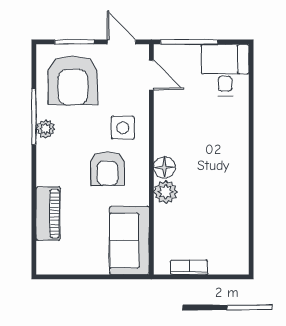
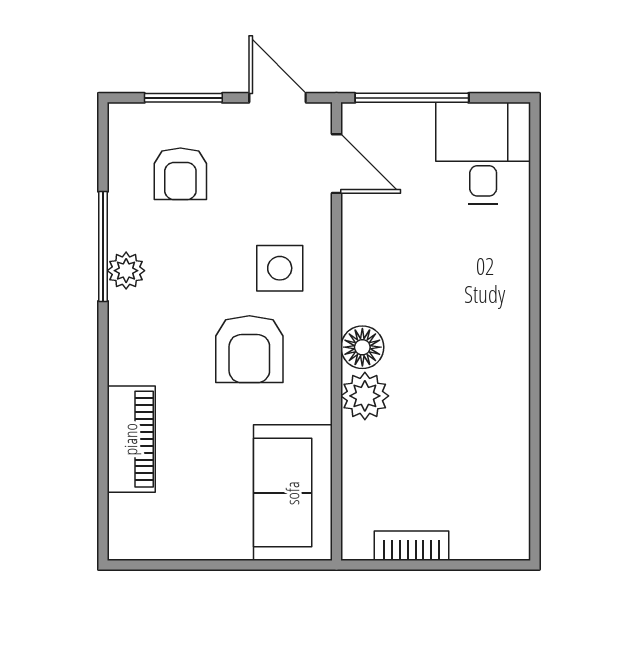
armchair: (73, 80) -> (180, 174), width x0.53, depth x0.53

